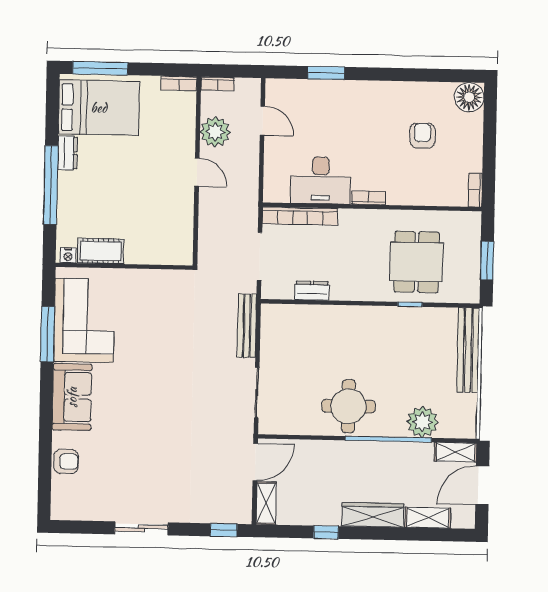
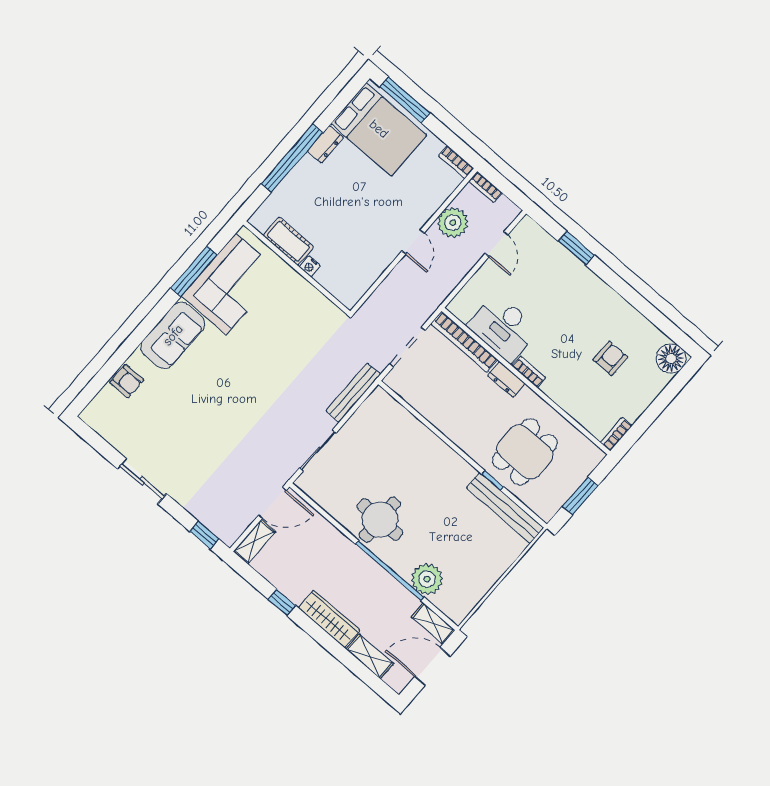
nightstand: (68, 255) -> (310, 266), moved
dresser: (312, 291) -> (506, 379), moved, turned 180
bench: (468, 350) -> (505, 508), moved, turned 90

